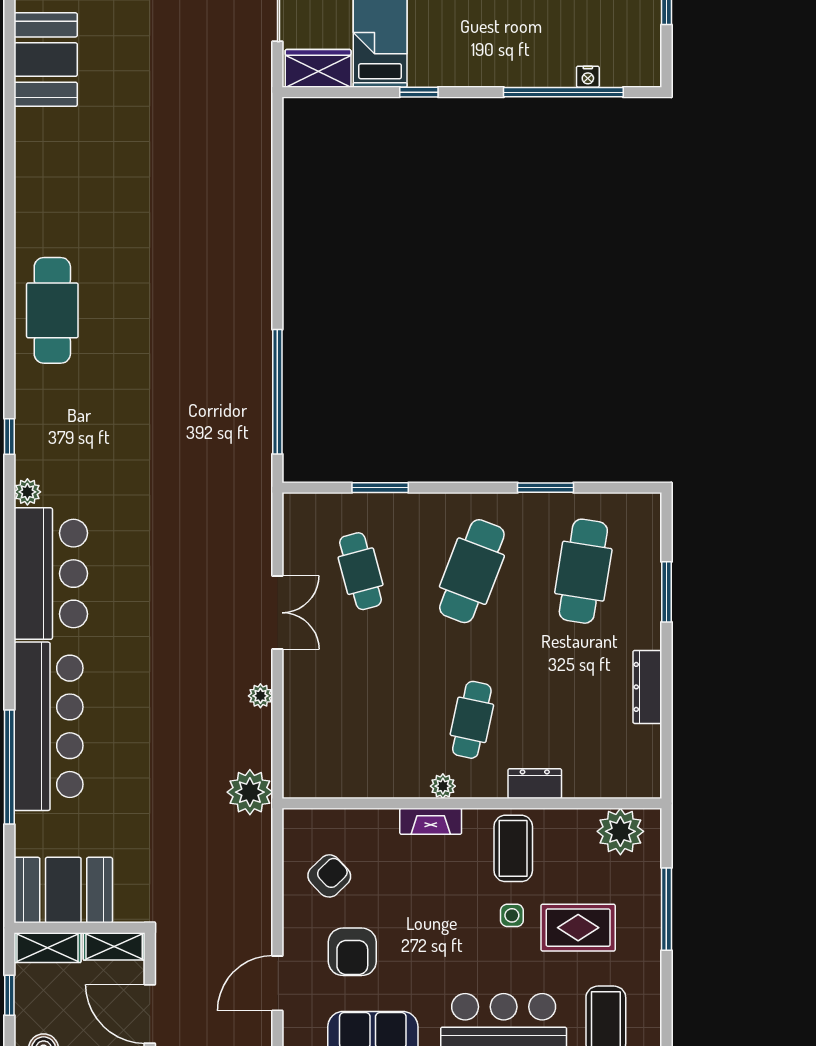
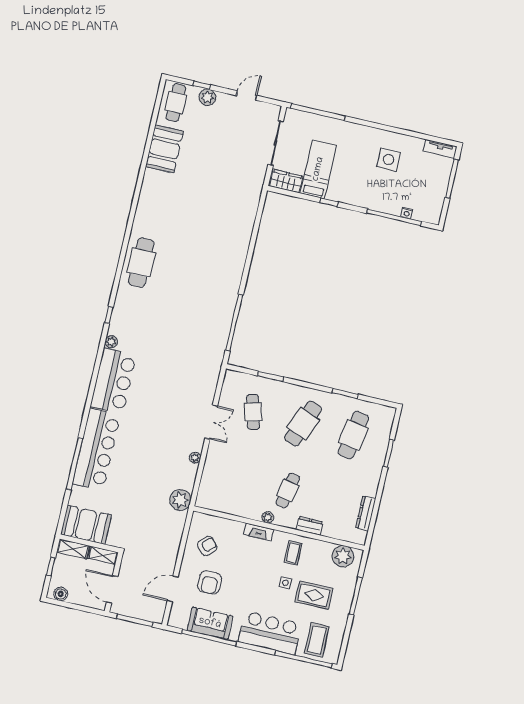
dresser: (647, 687) -> (366, 513), moved
coffee table: (513, 848) -> (293, 553), width x0.73, depth x0.77

